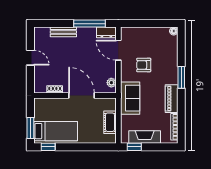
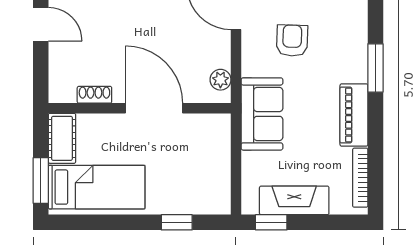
armchair: (144, 65) -> (292, 40), turned 92
cot: (110, 122) -> (62, 138), moved
window: (48, 147) -> (177, 222), moved

